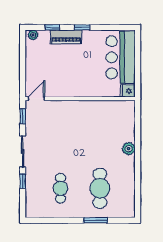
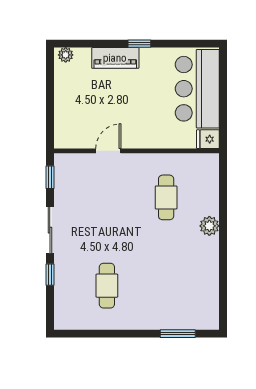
window: (52, 27) -> (95, 44), removed
door: (36, 99) -> (108, 151), moved
cafe table: (100, 188) -> (166, 197), moved, width x0.73, depth x0.74
window: (96, 220) -> (178, 334), moved

